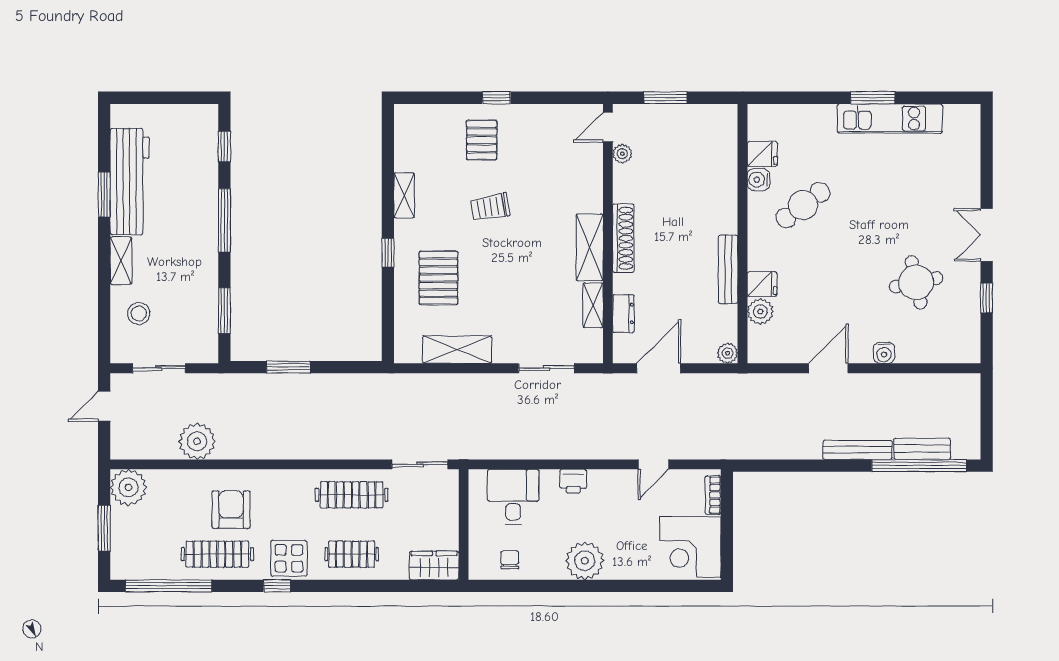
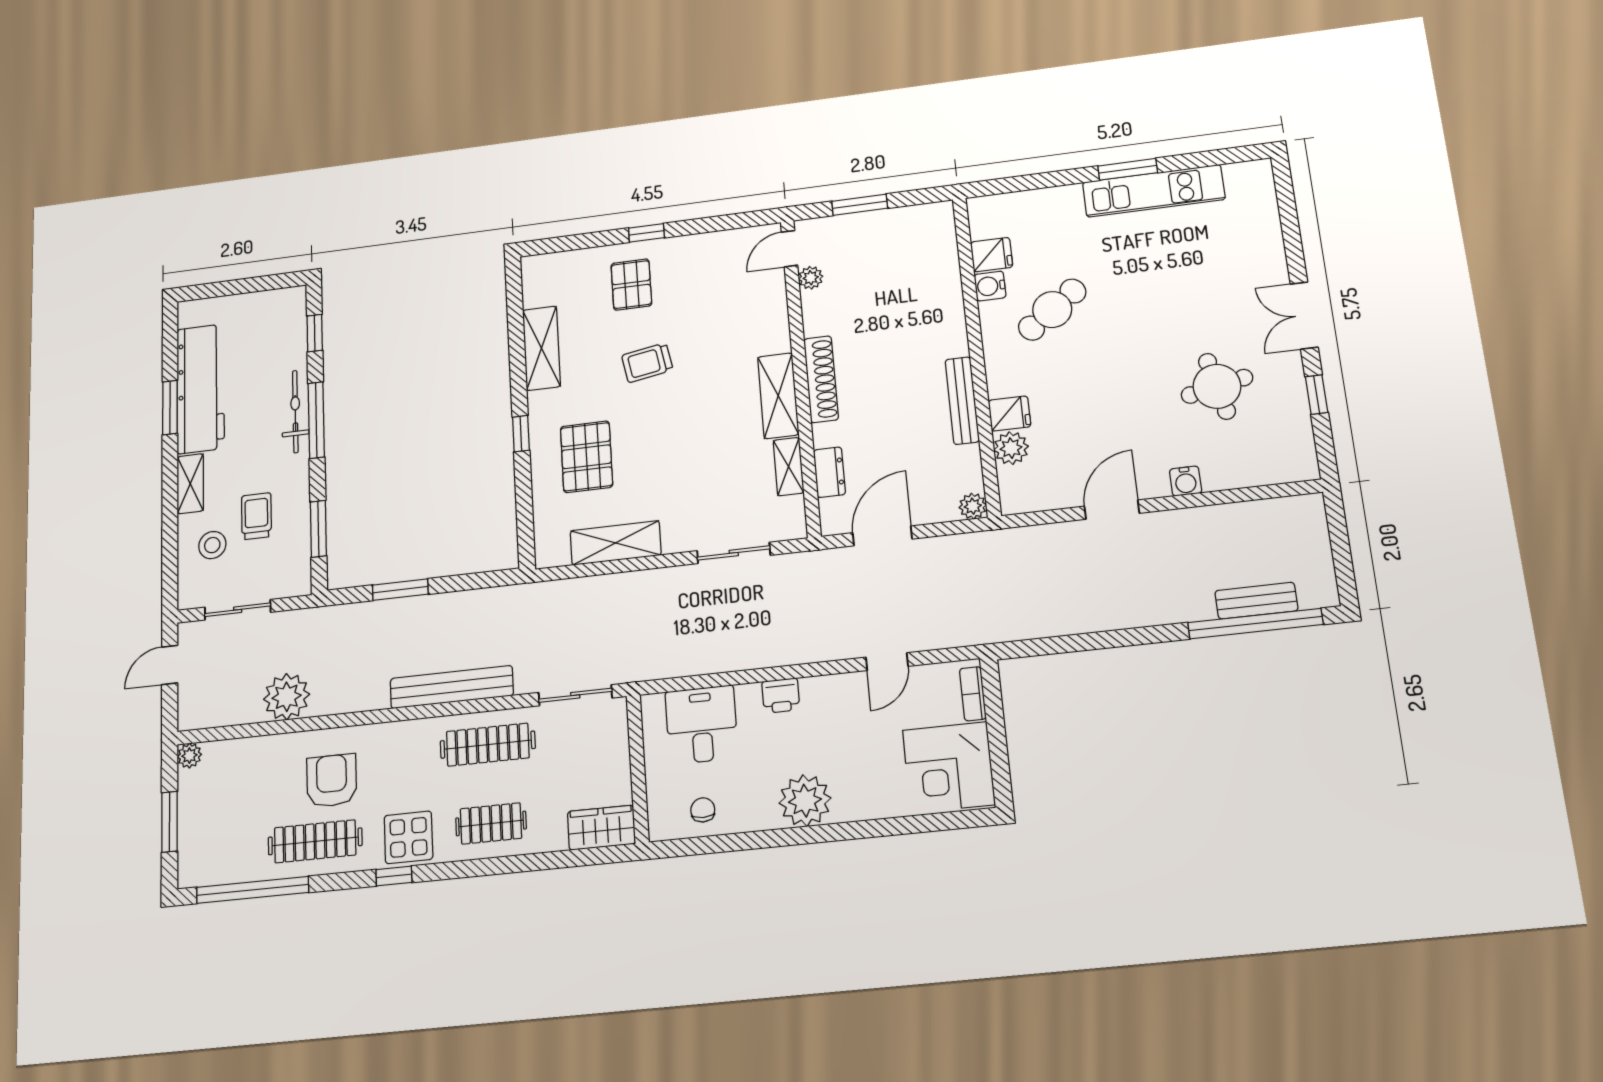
shelving: (404, 195) -> (541, 348), width x1.50, depth x1.33
bicycle: (207, 211) -> (295, 412), added
trolley: (175, 294) -> (256, 516), added
bench: (857, 450) -> (452, 687), moved, width x1.37, depth x1.21
plant: (128, 487) -> (189, 756), width x0.53, depth x0.53

